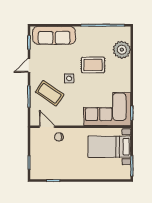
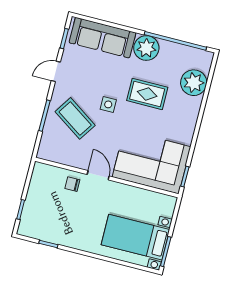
plant: (85, 35) -> (146, 48), added
door: (47, 127) -> (98, 175), moved
bed with nightstands: (109, 147) -> (135, 237), moved

